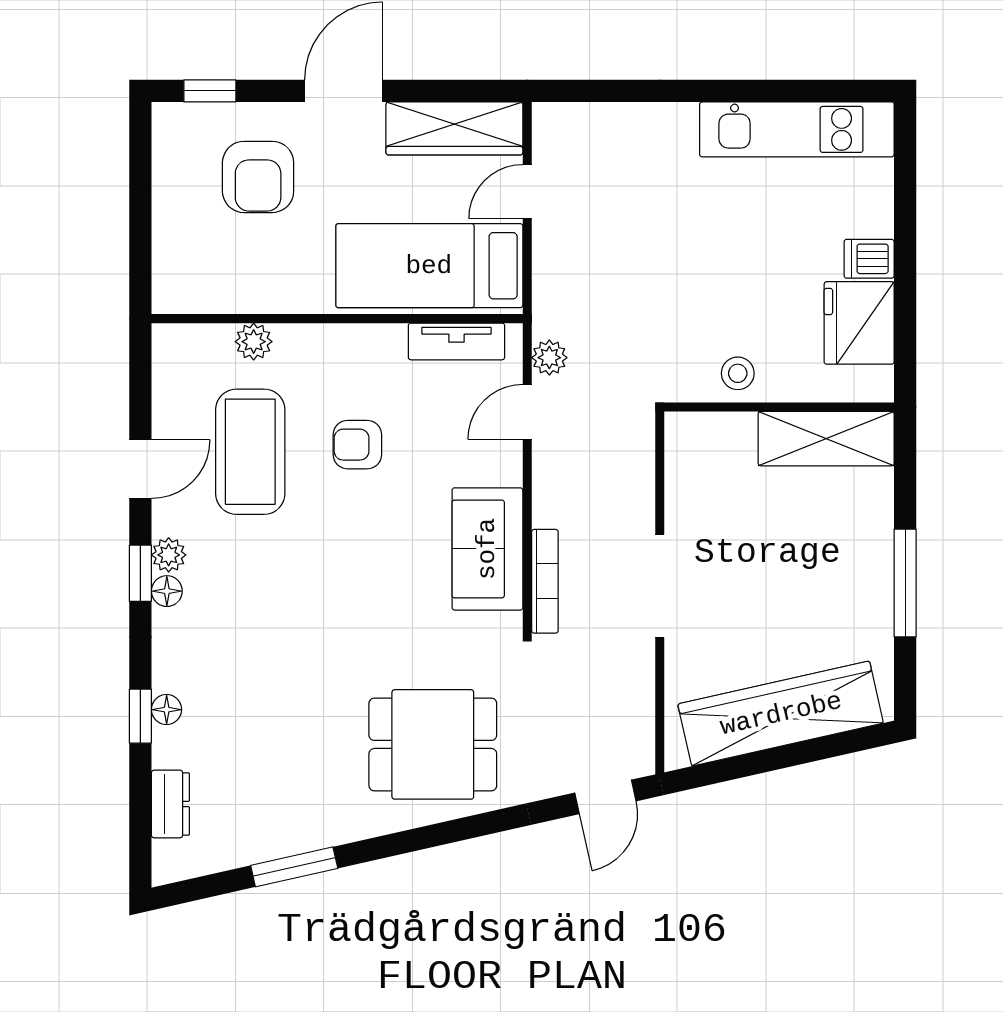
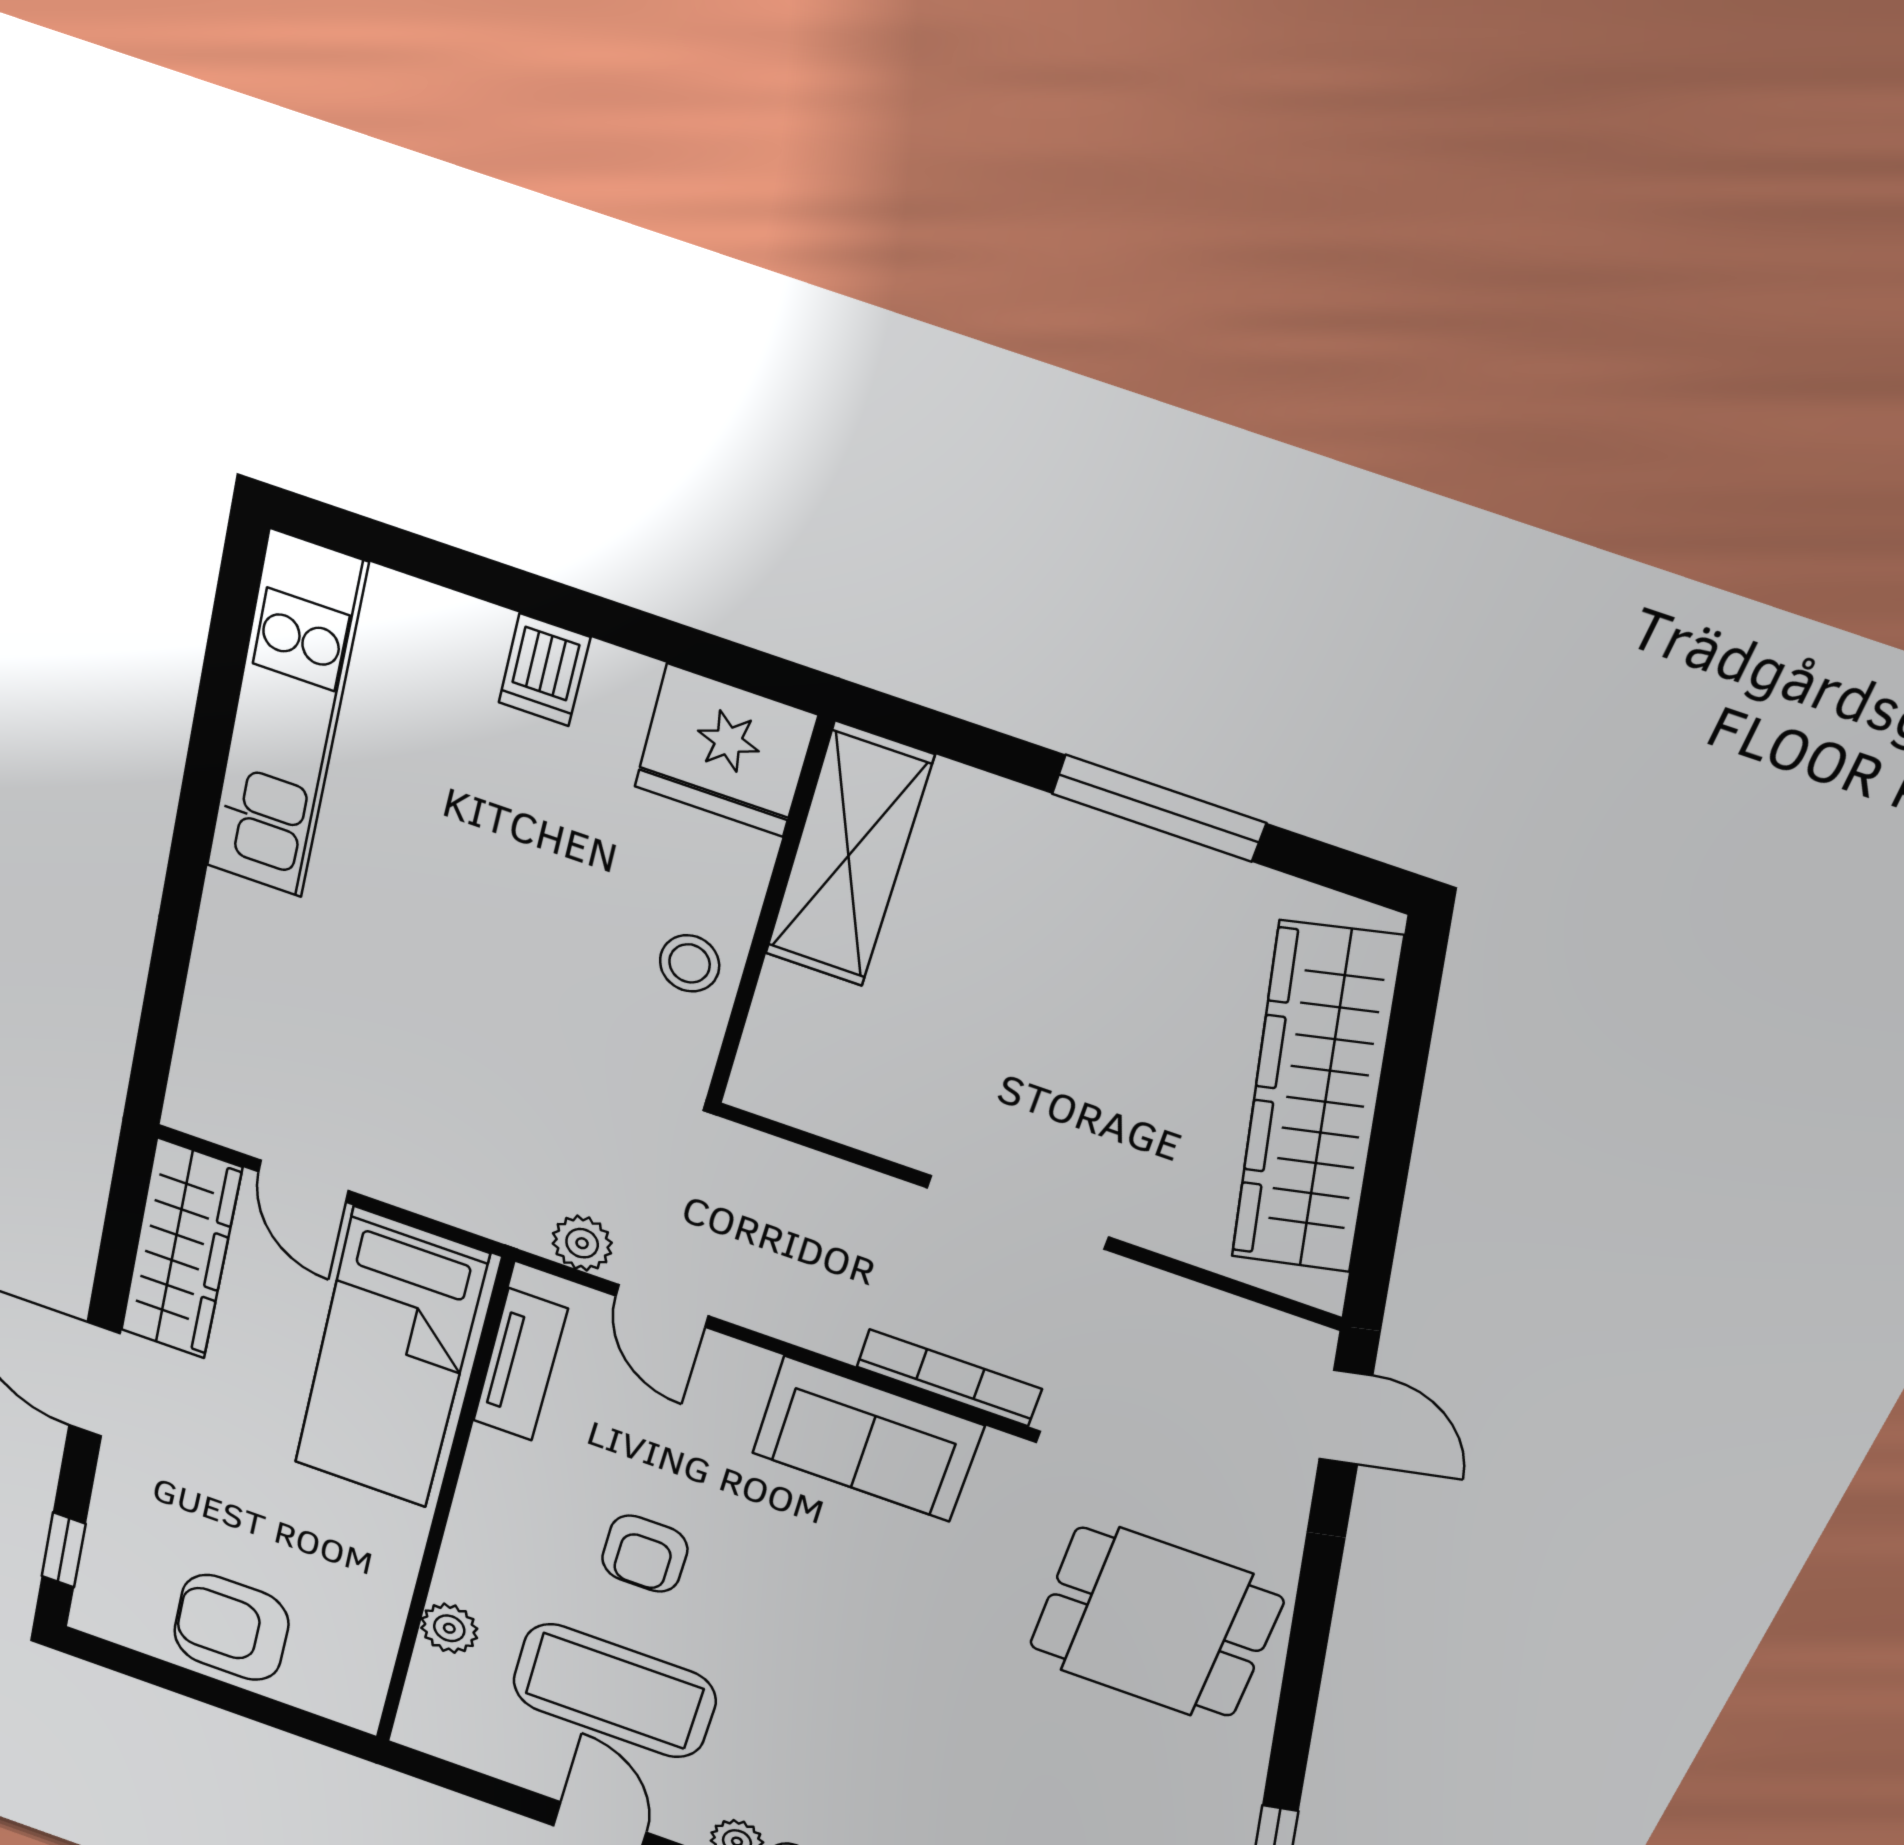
armchair: (258, 177) -> (231, 1628), moved, turned 180
fridge: (859, 323) -> (726, 751), moved
dining table: (433, 744) -> (1156, 1623), turned 90

